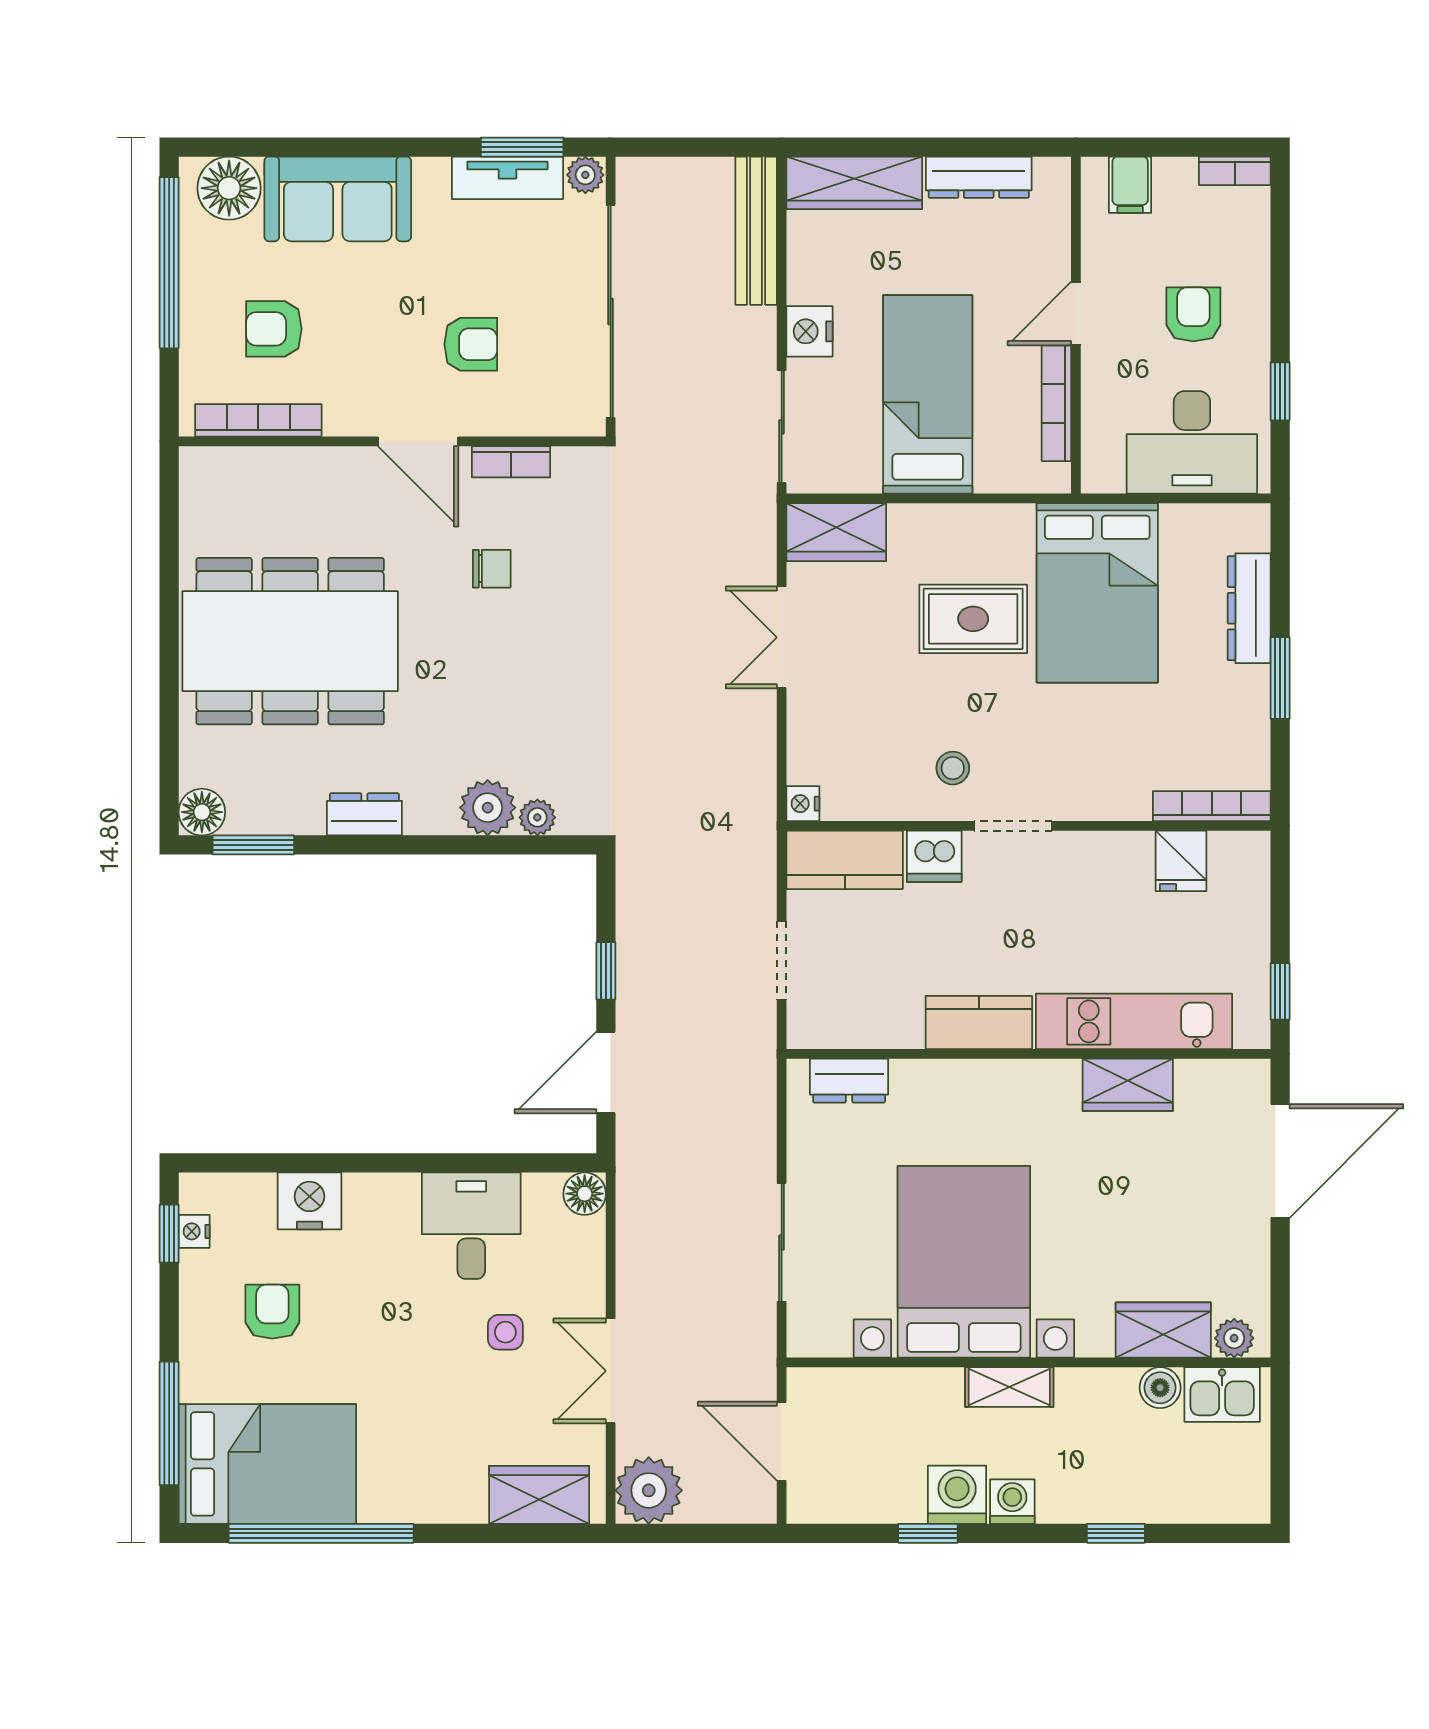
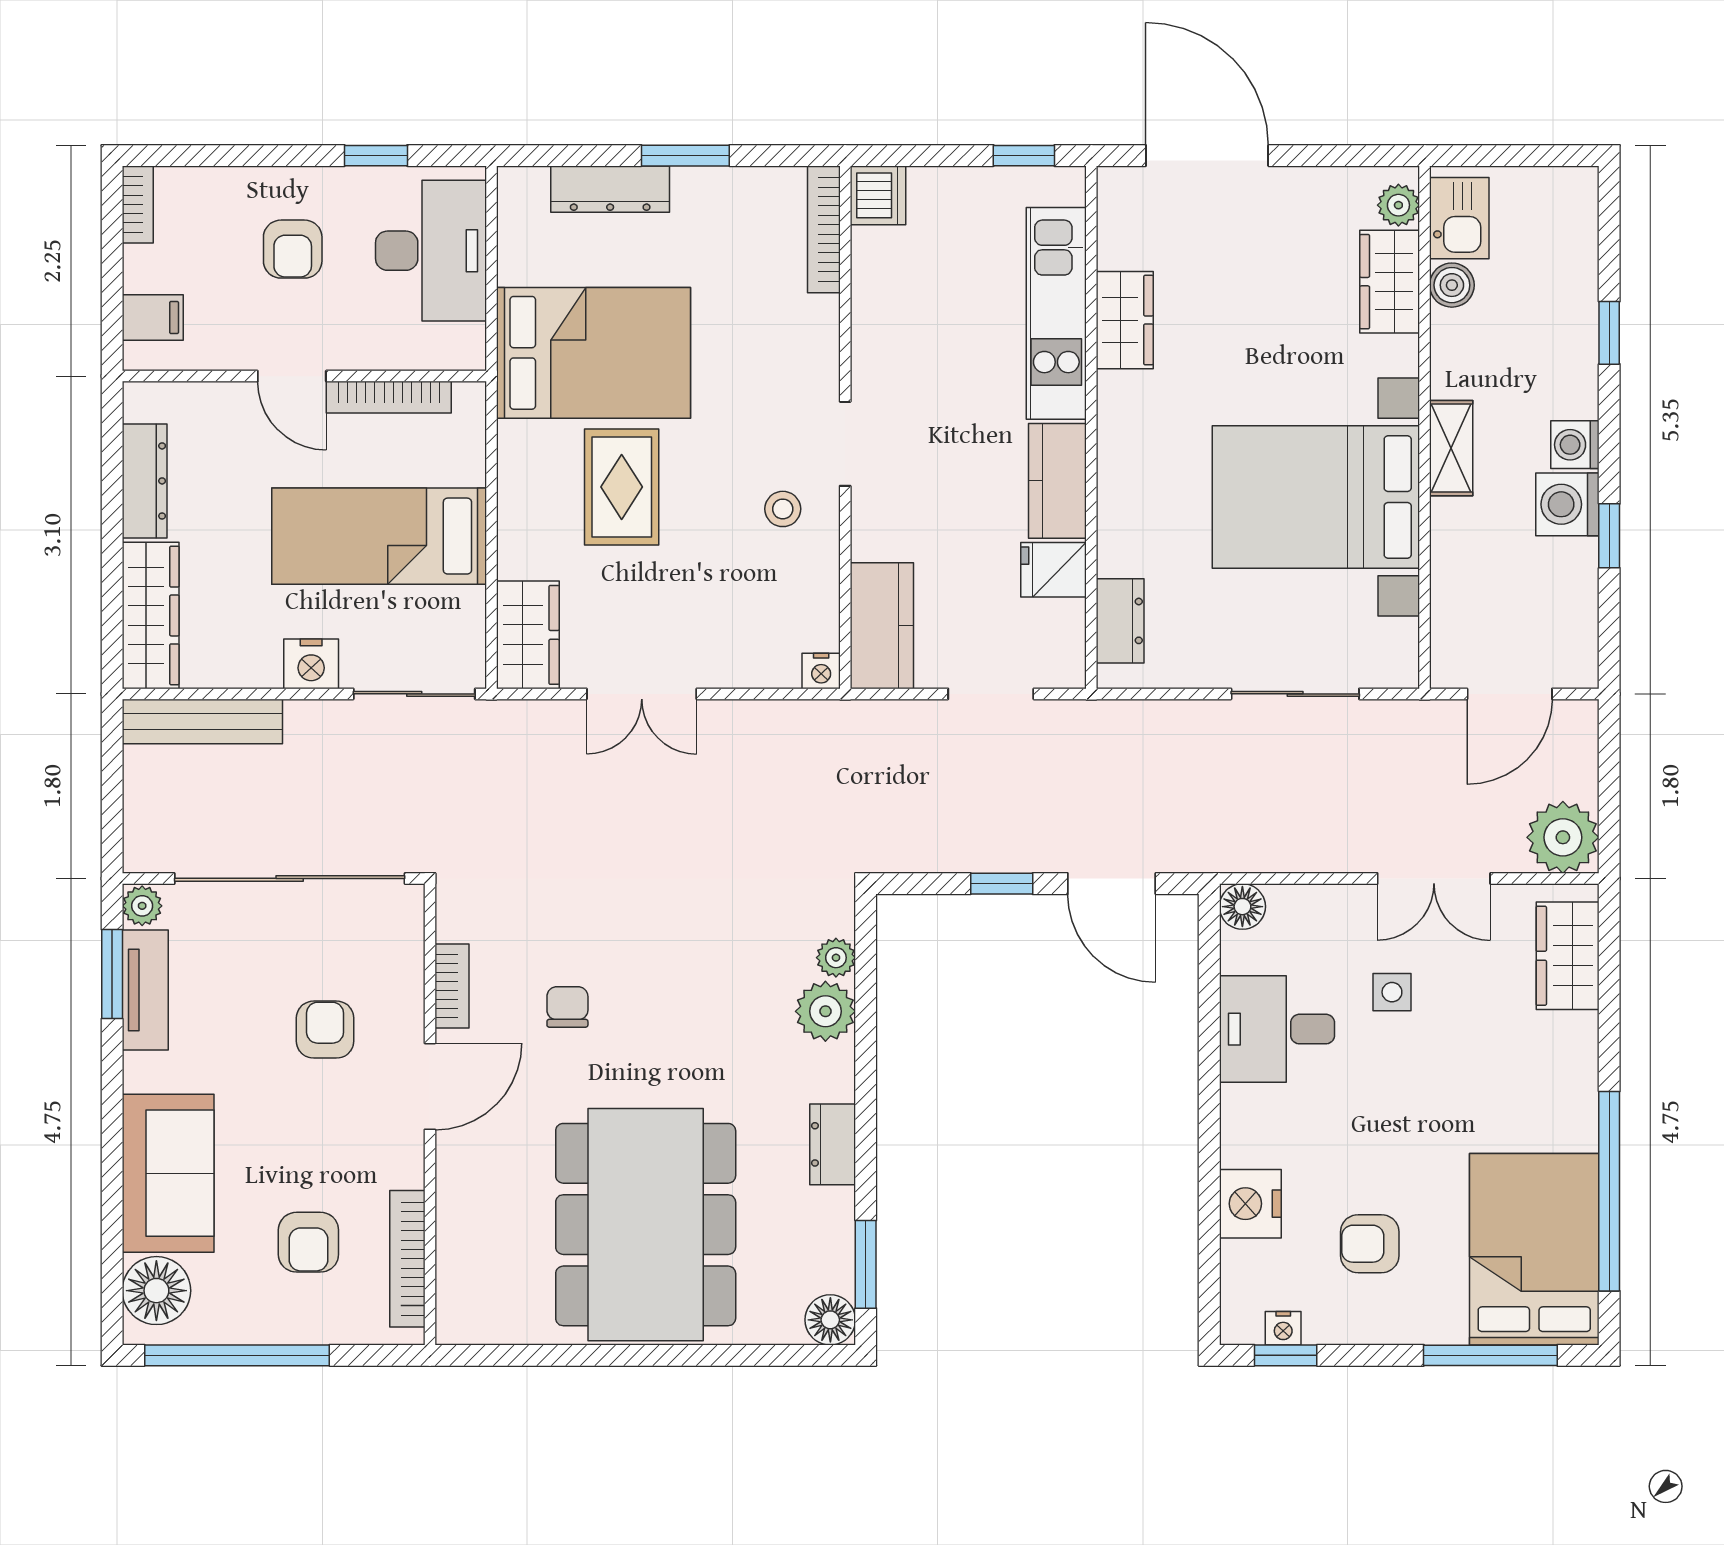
armchair: (1193, 314) -> (293, 249), turned -90
dishwasher: (934, 856) -> (878, 195), moved
fridge: (1181, 861) -> (1054, 570), moved, turned 180

